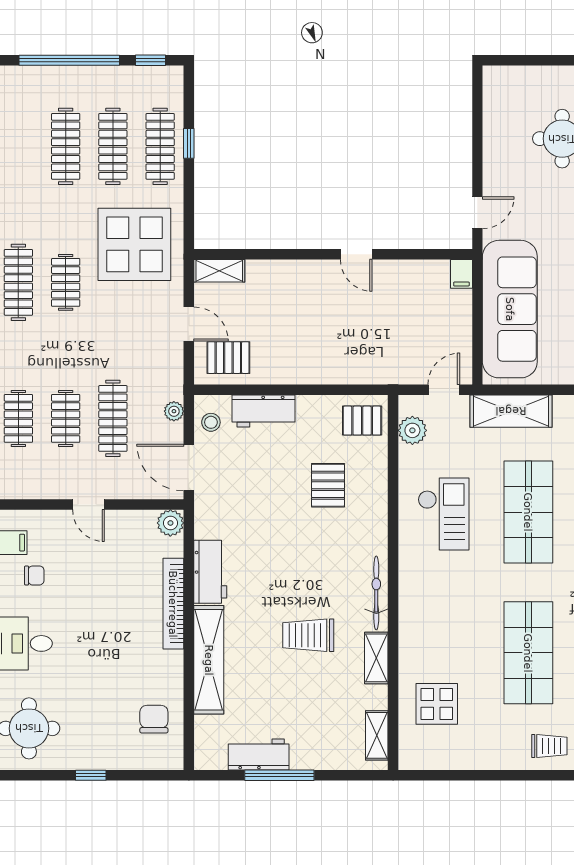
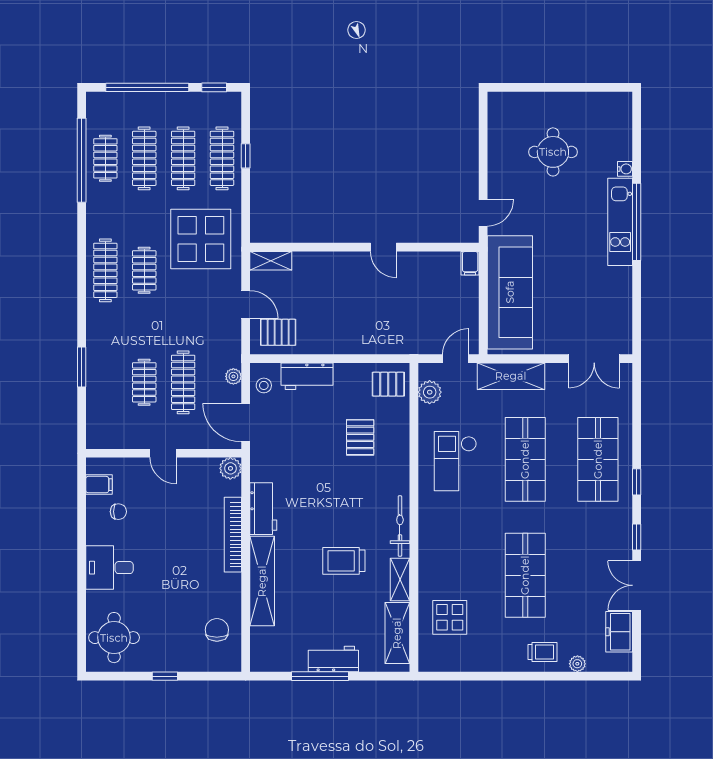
clothes rail: (18, 418) -> (105, 158), moved
checkout: (444, 514) -> (455, 461), turned 180
shelving: (377, 735) -> (397, 633), width x1.50, depth x1.33
workbench: (259, 754) -> (333, 659), moved

